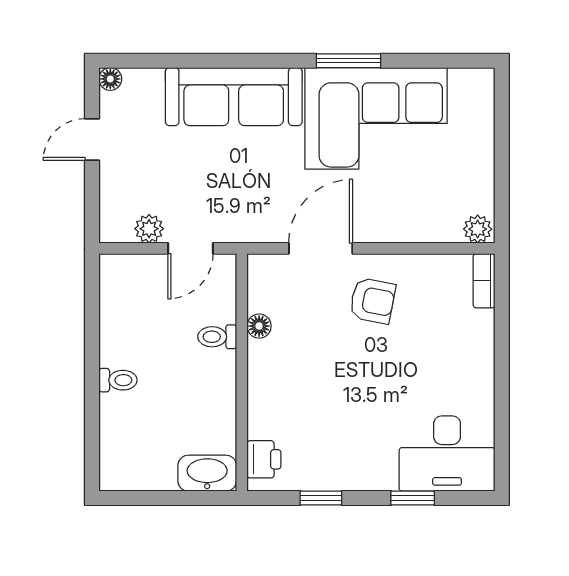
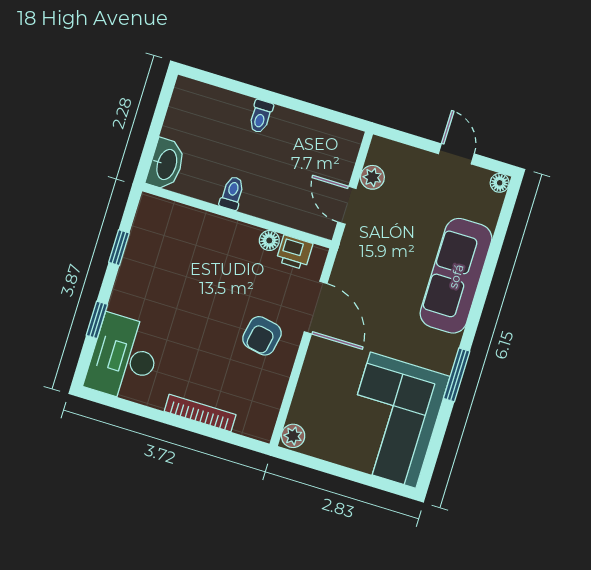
corner sofa: (376, 118) -> (393, 420), moved
bookcase: (484, 281) -> (200, 413), moved, width x1.56
toilet: (217, 337) -> (232, 193), moved
printer: (264, 459) -> (294, 252), moved

